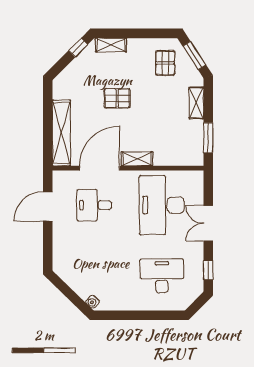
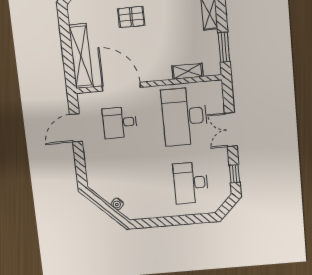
shelving: (137, 159) -> (188, 71), moved
door: (100, 168) -> (121, 87), hinge flipped
desk: (162, 276) -> (191, 183), turned -90
water cooler: (93, 302) -> (117, 204), moved

